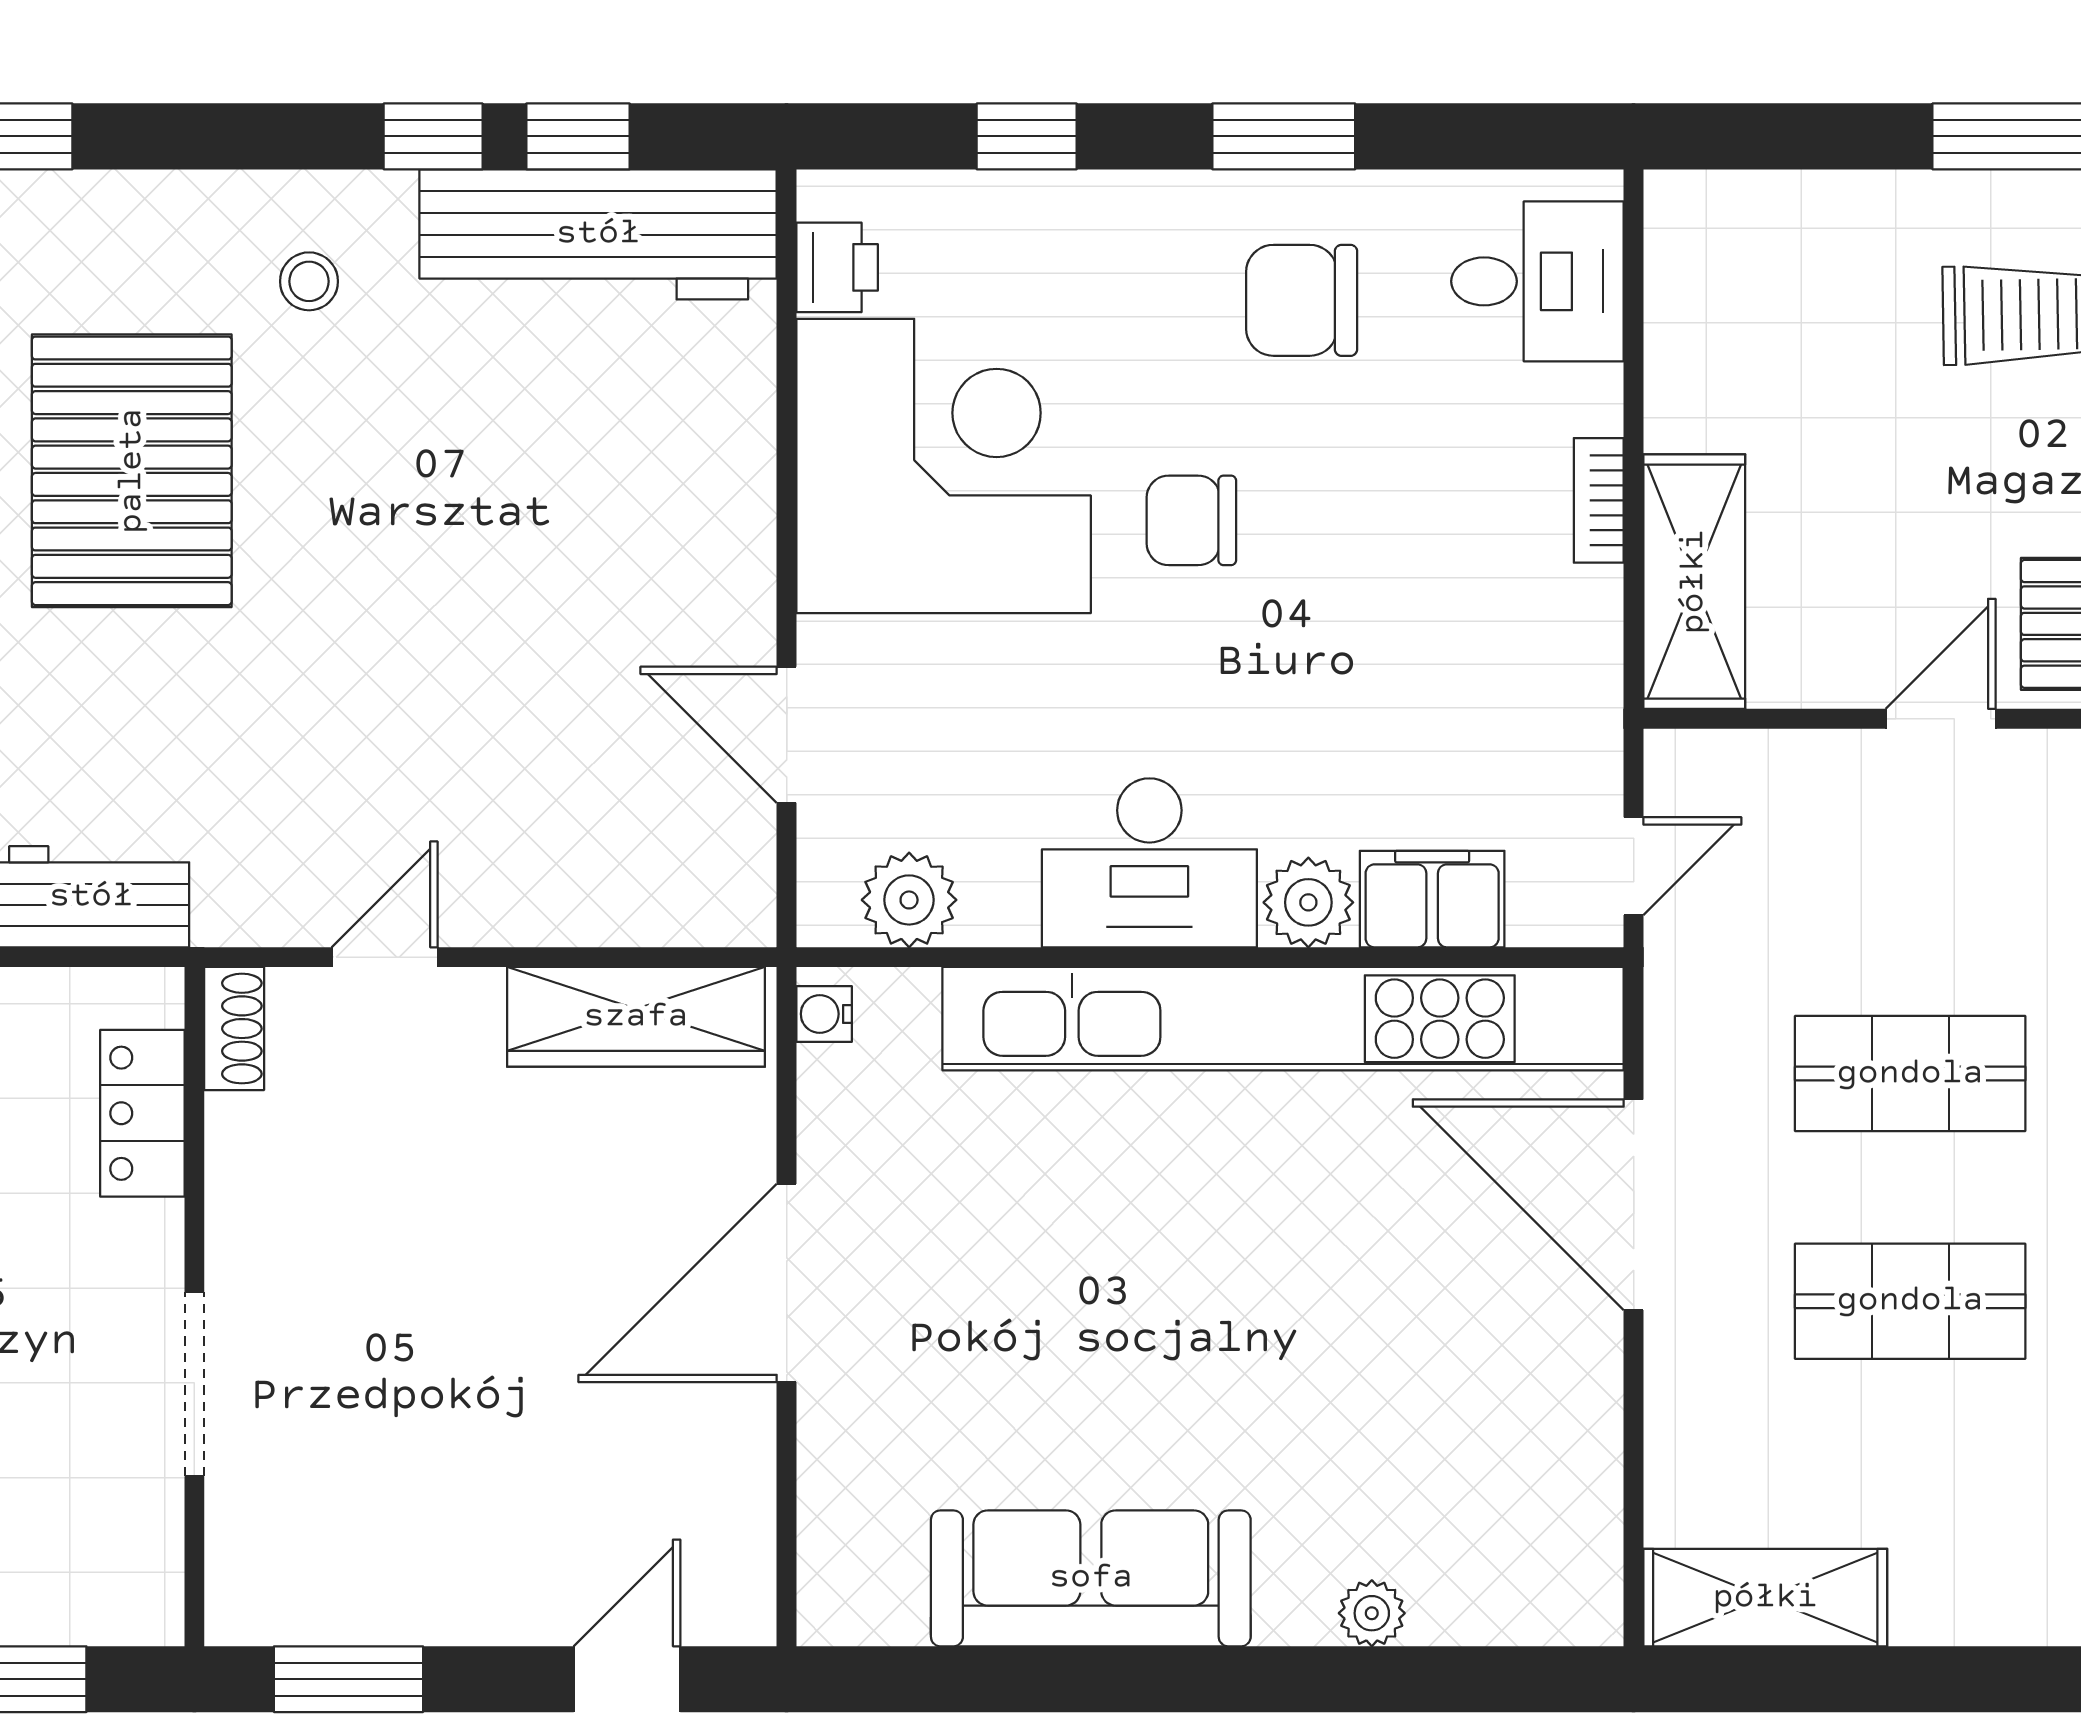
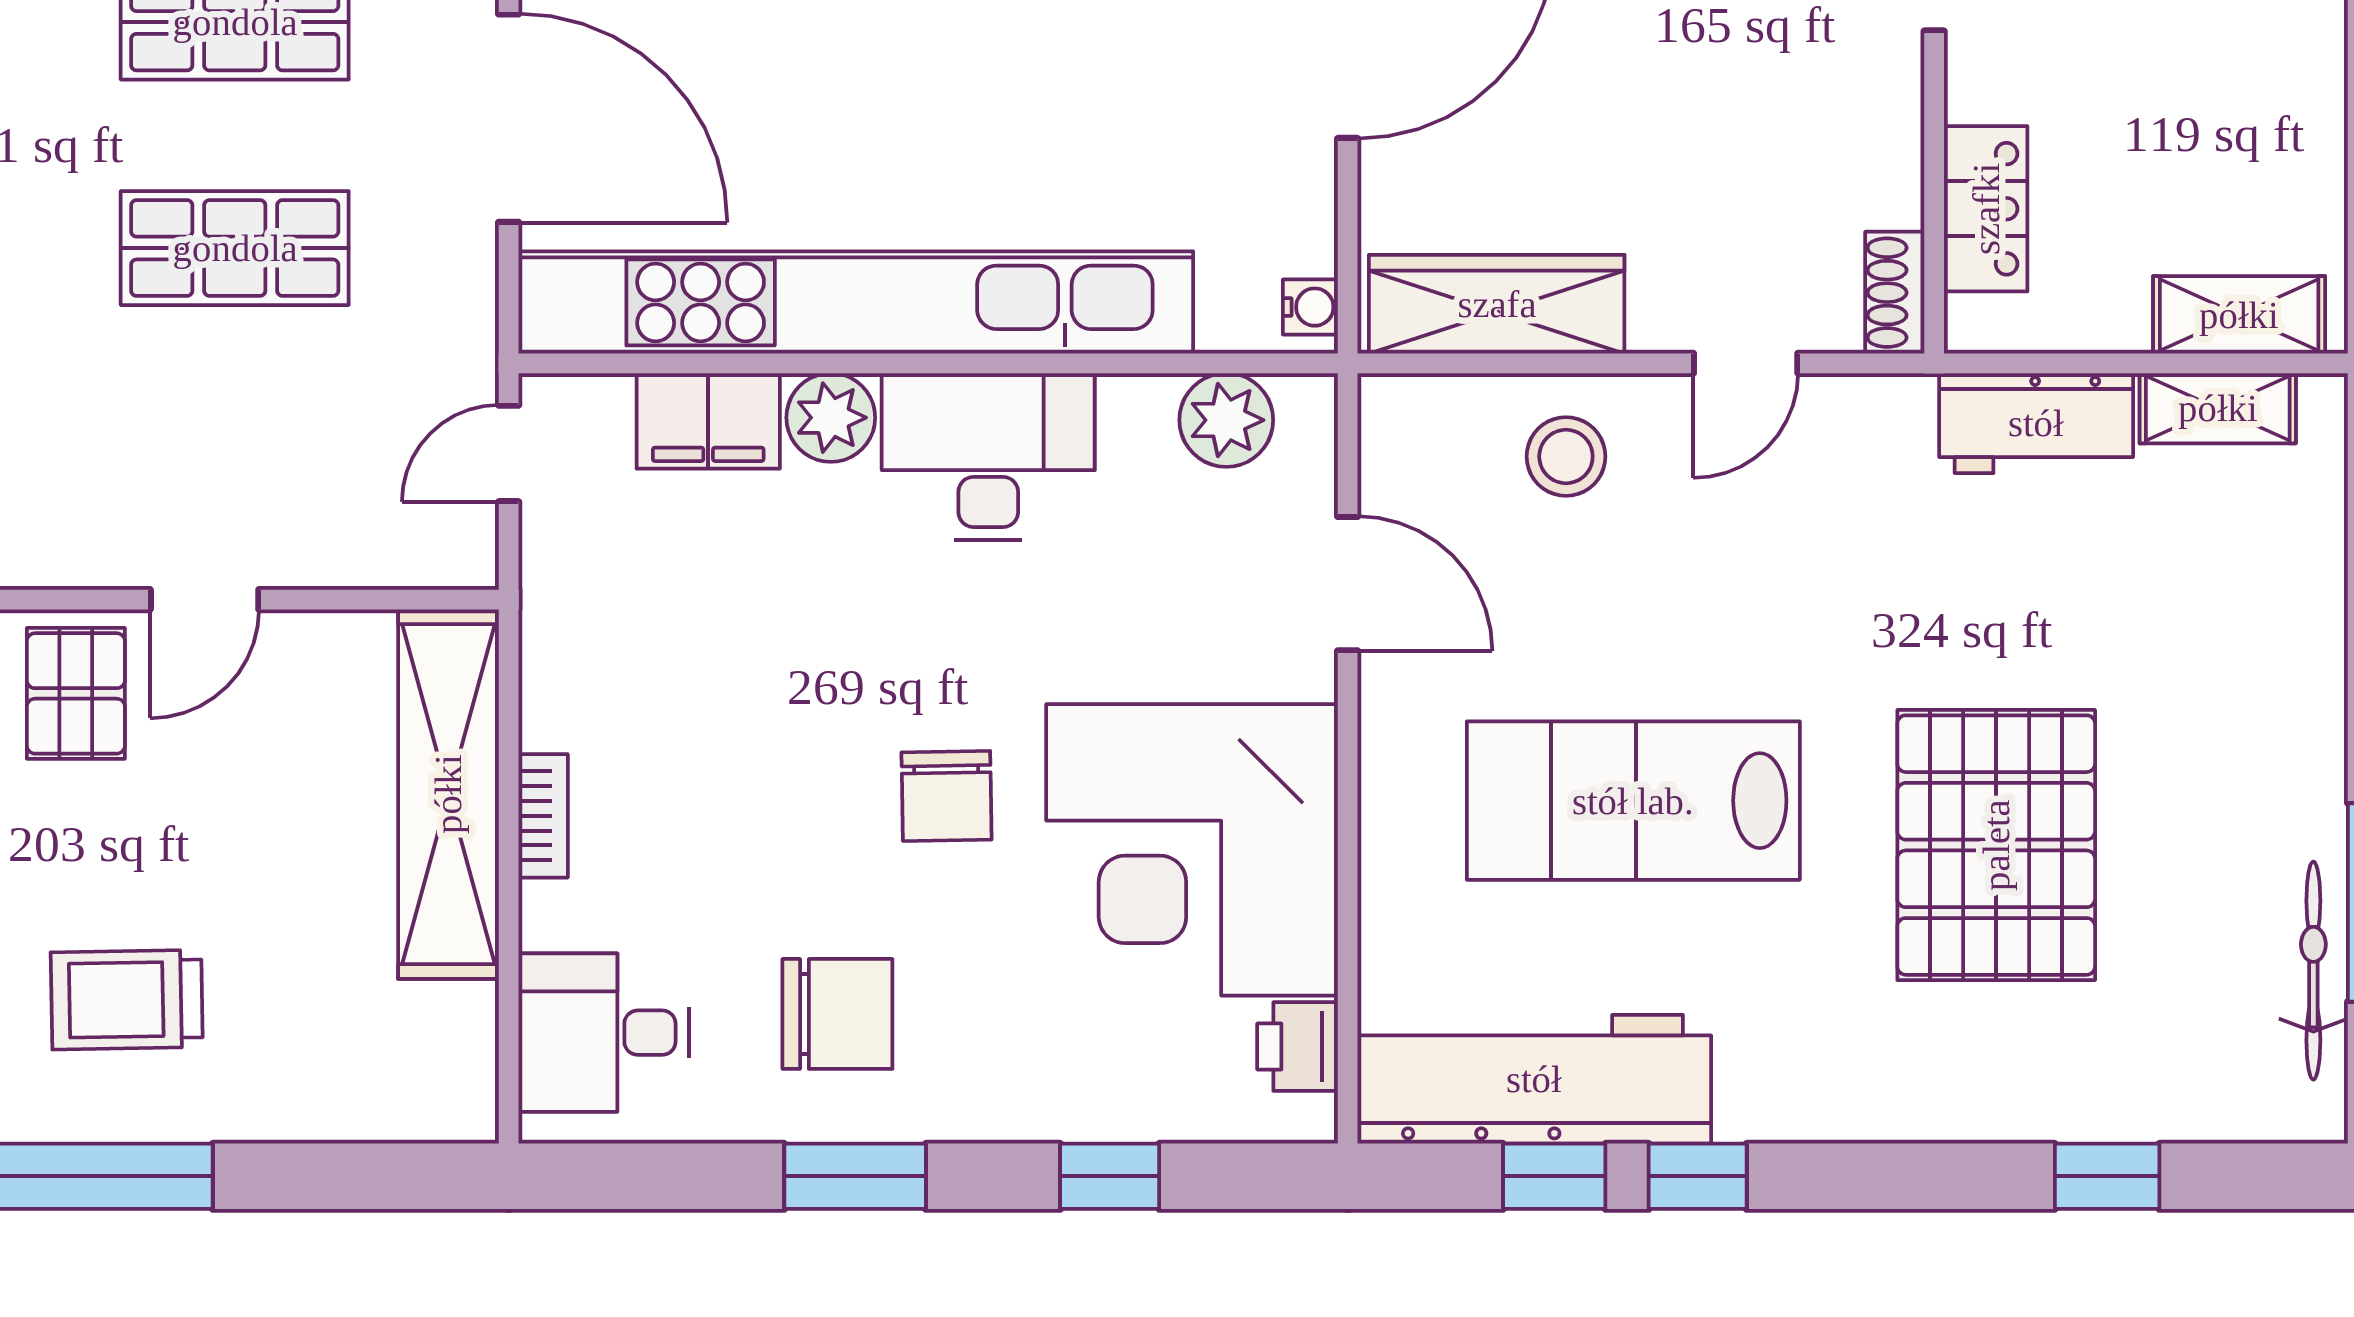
stool: (309, 281) -> (1566, 456), moved, width x1.37, depth x1.37
lab bench: (498, 516) -> (1633, 801), added
chair: (1191, 520) -> (947, 796), turned 89
shelving: (1694, 582) -> (448, 794), width x1.47

